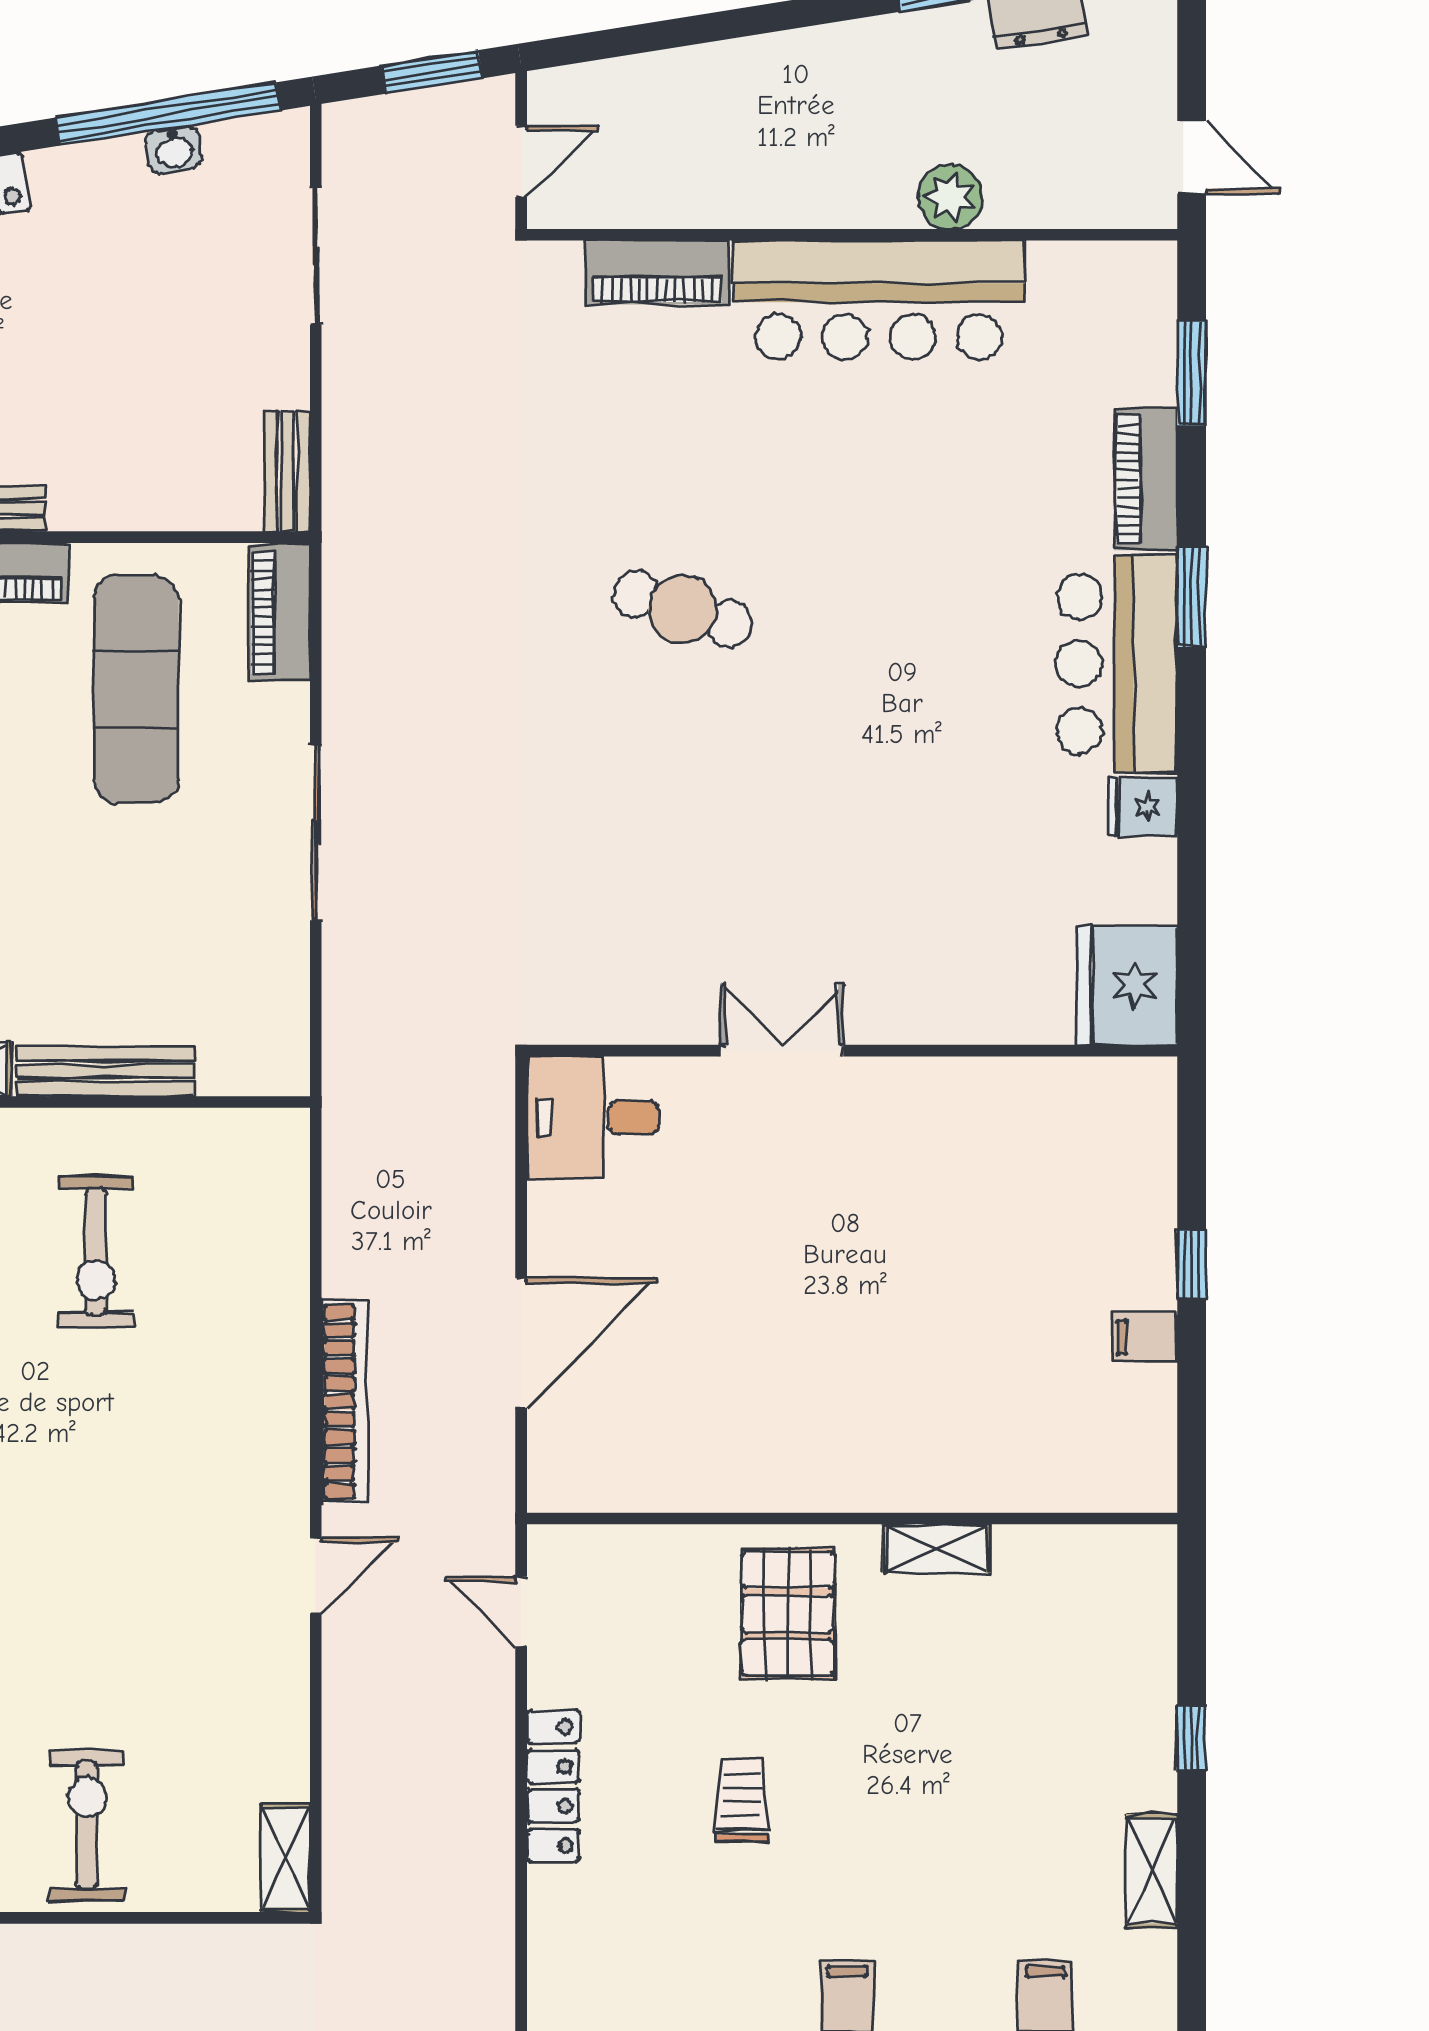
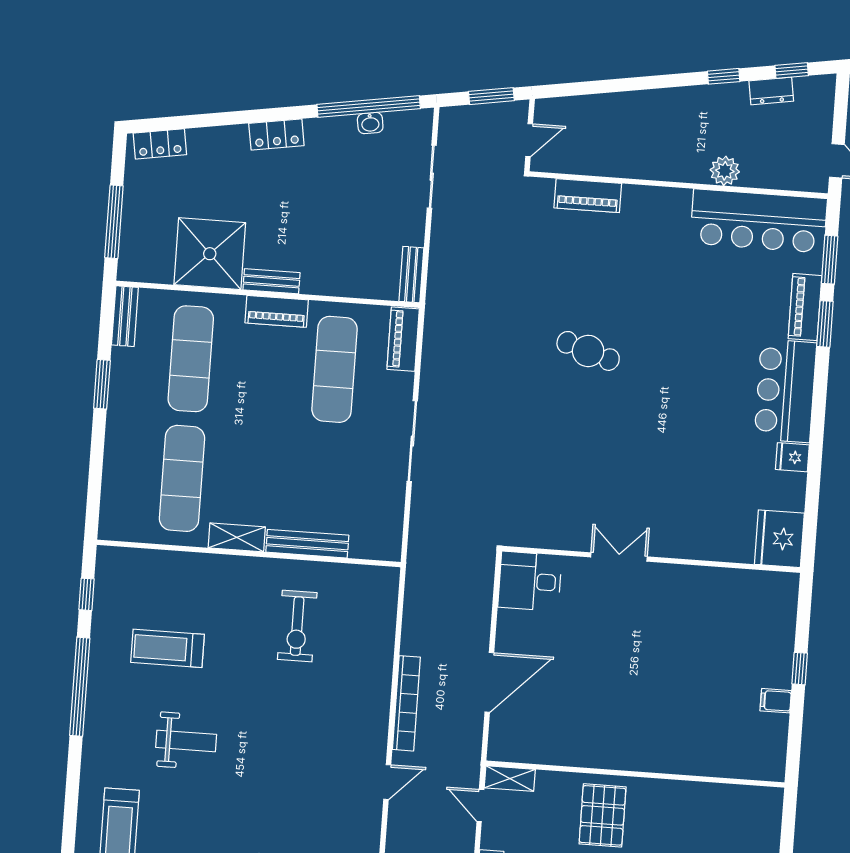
bar counter: (879, 300) -> (759, 221), moved
window: (1192, 597) -> (825, 324), moved
shelving: (937, 1548) -> (510, 779), moved

